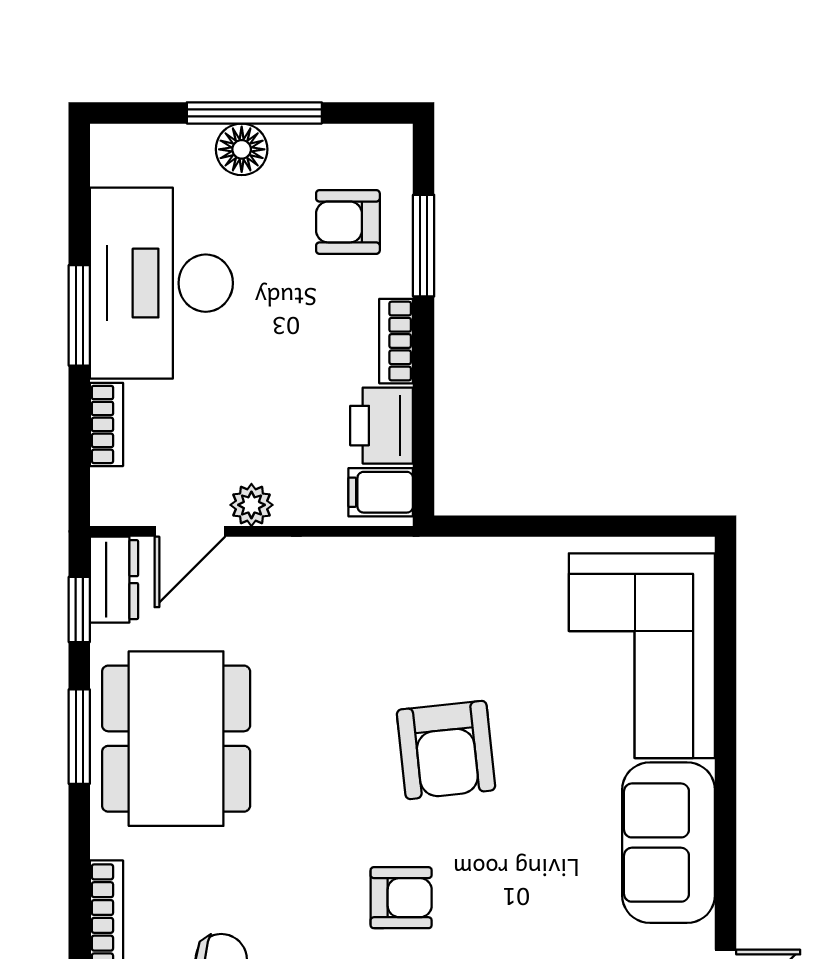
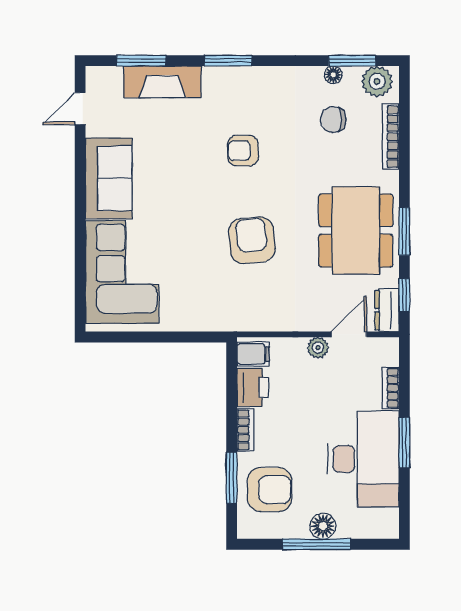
armchair: (348, 222) -> (270, 490), width x1.38, depth x1.38
armchair: (446, 750) -> (252, 240), moved

